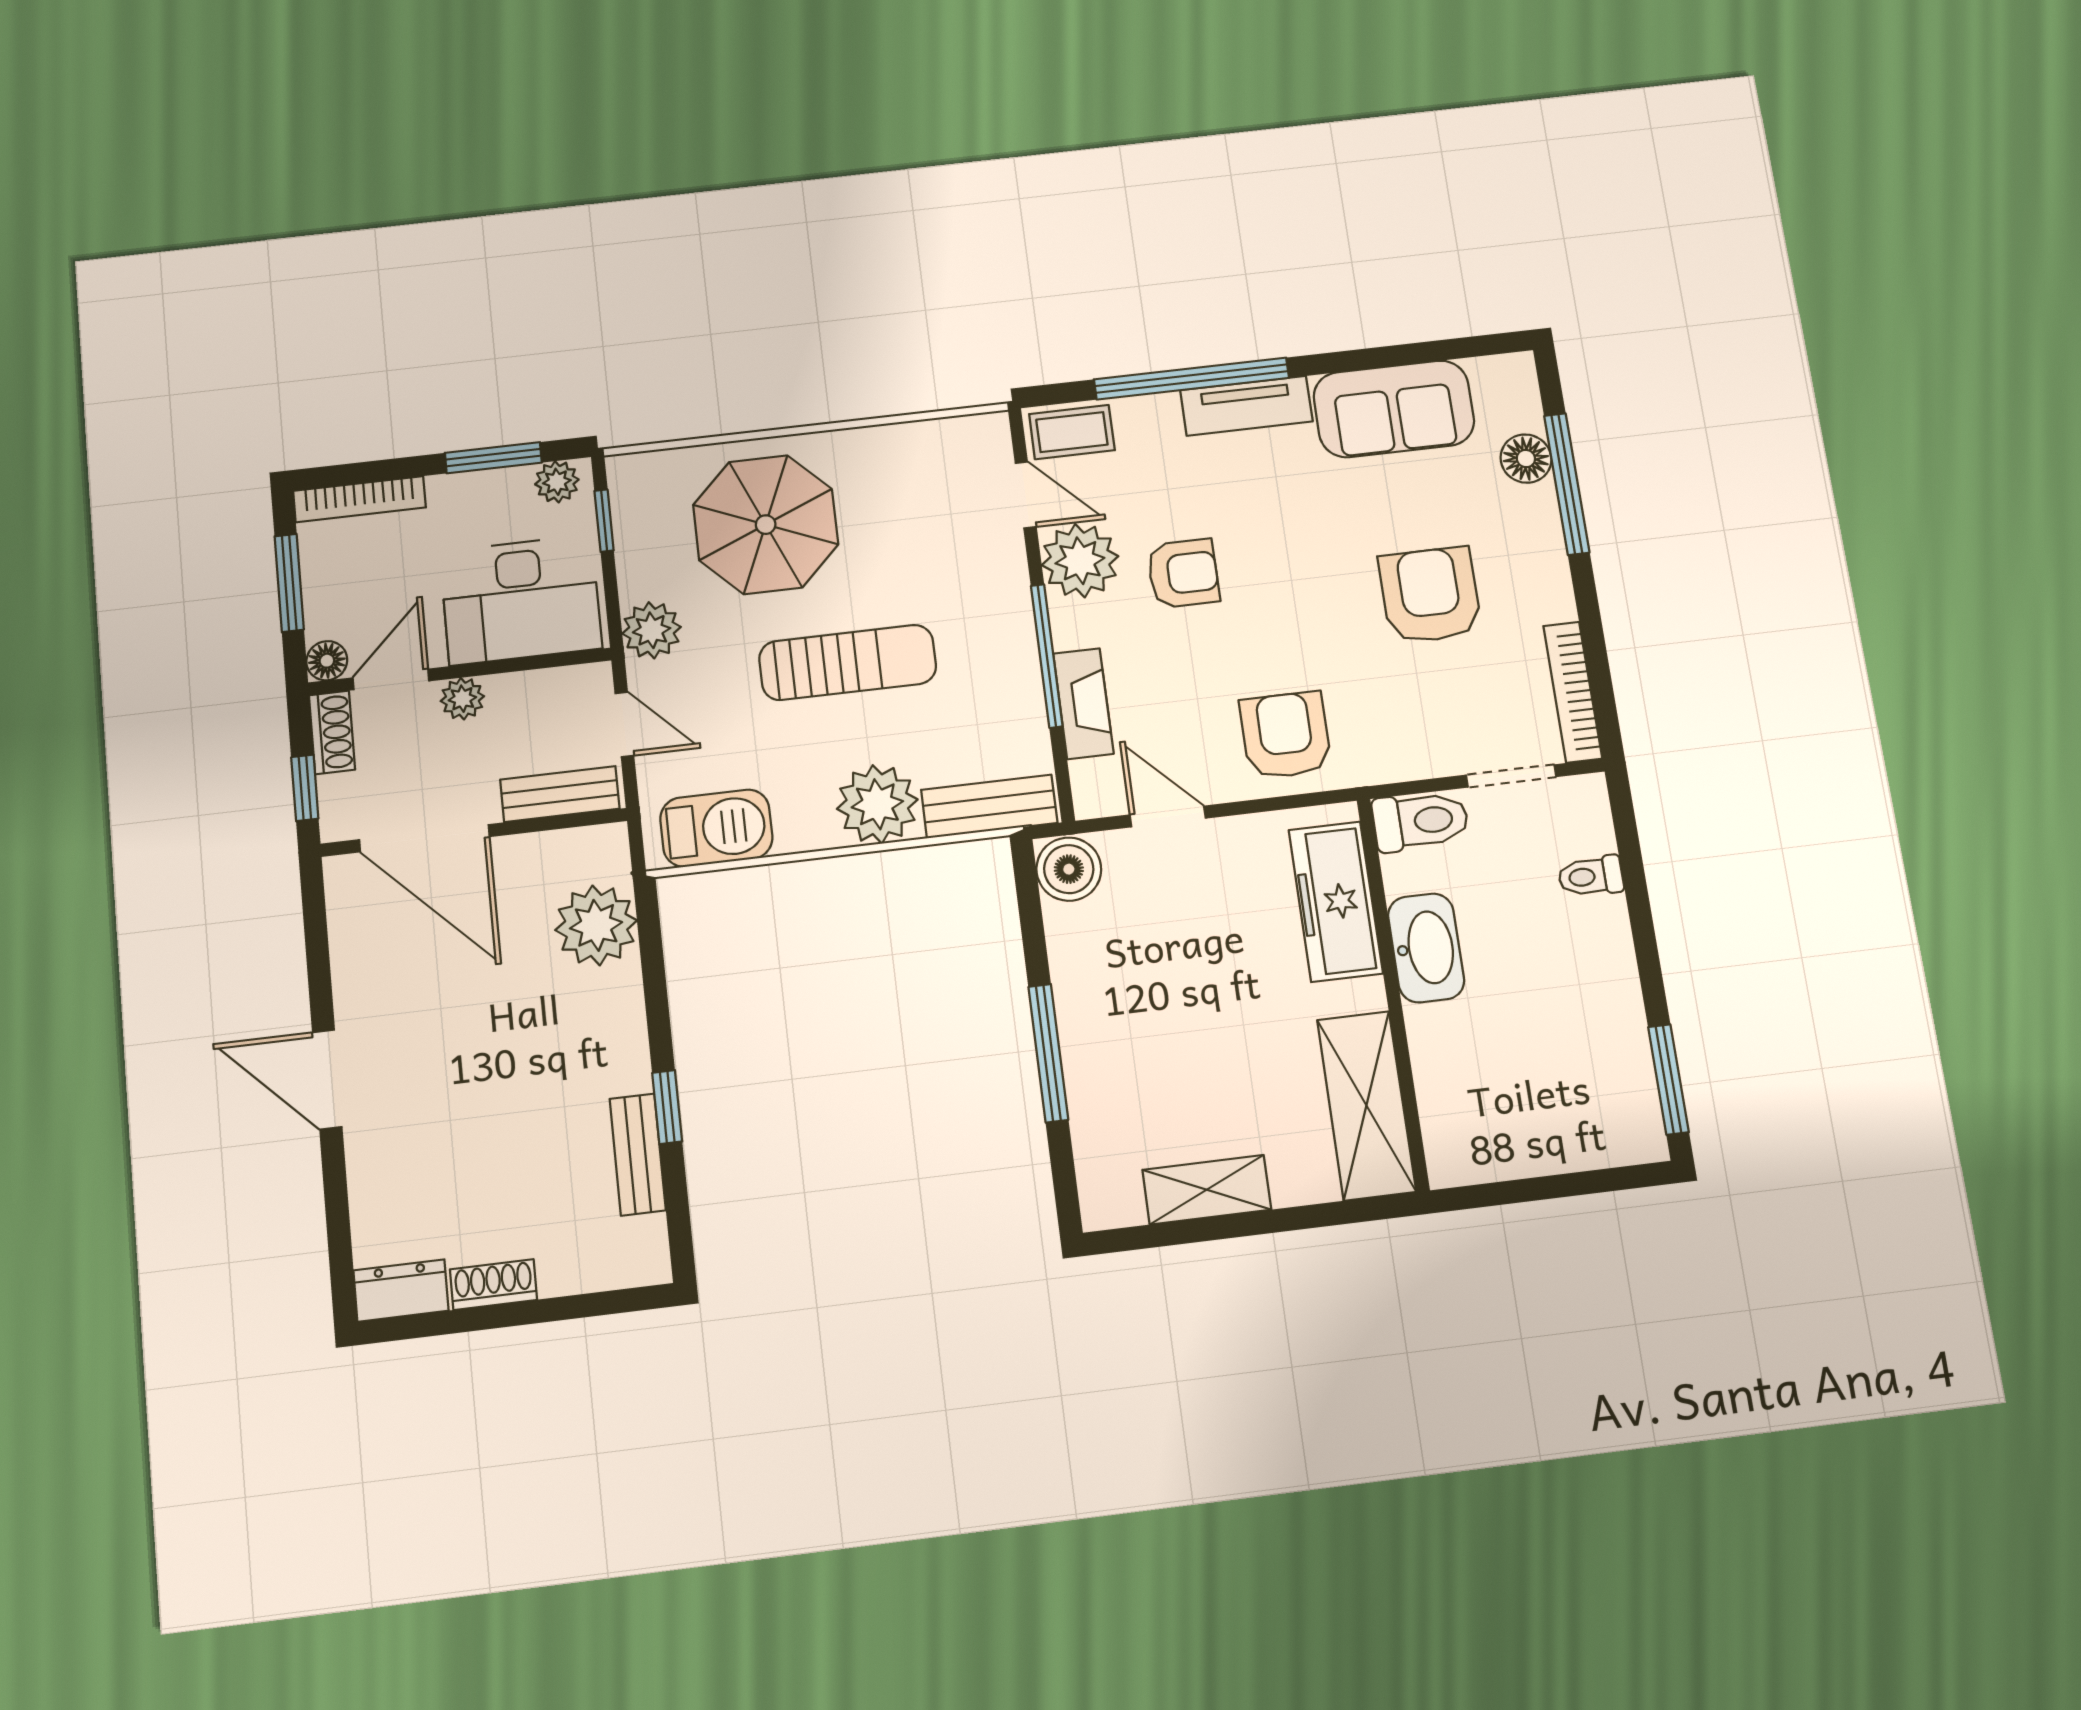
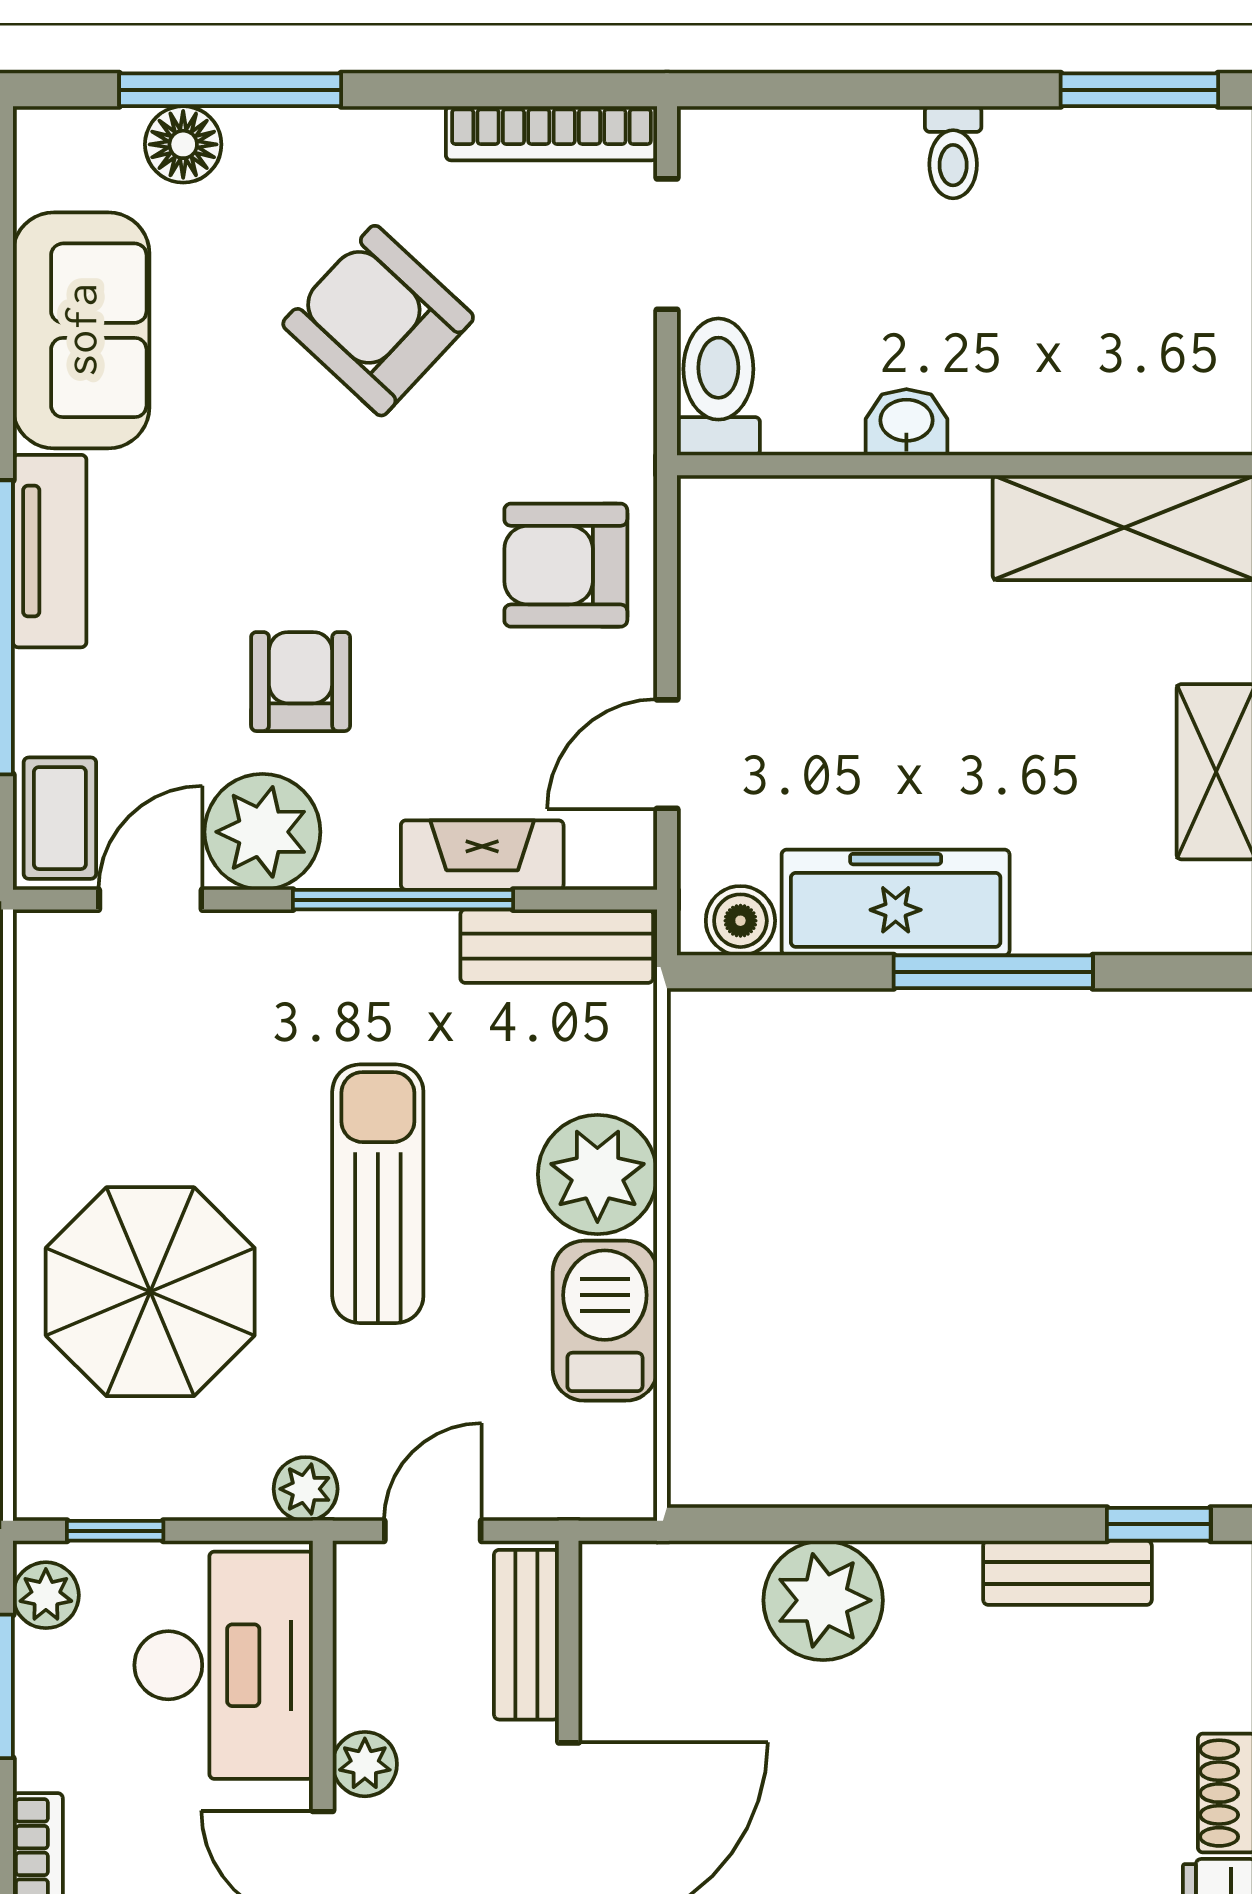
armchair: (1430, 595) -> (378, 321), turned 43
plant: (652, 630) -> (306, 1489), width x0.73, depth x0.73
bench: (989, 806) -> (557, 946), moved, turned 90
barbecue: (716, 828) -> (605, 1321), moved
boiler: (1069, 869) -> (740, 921), width x0.73, depth x0.73
toilet: (1591, 876) -> (953, 152), moved
freezer: (1336, 901) -> (896, 902), moved, turned 180
plant: (596, 925) -> (823, 1600), moved
washbasin: (1426, 948) -> (906, 422), width x0.52, depth x0.69
window: (667, 1107) -> (1159, 1524), moved

